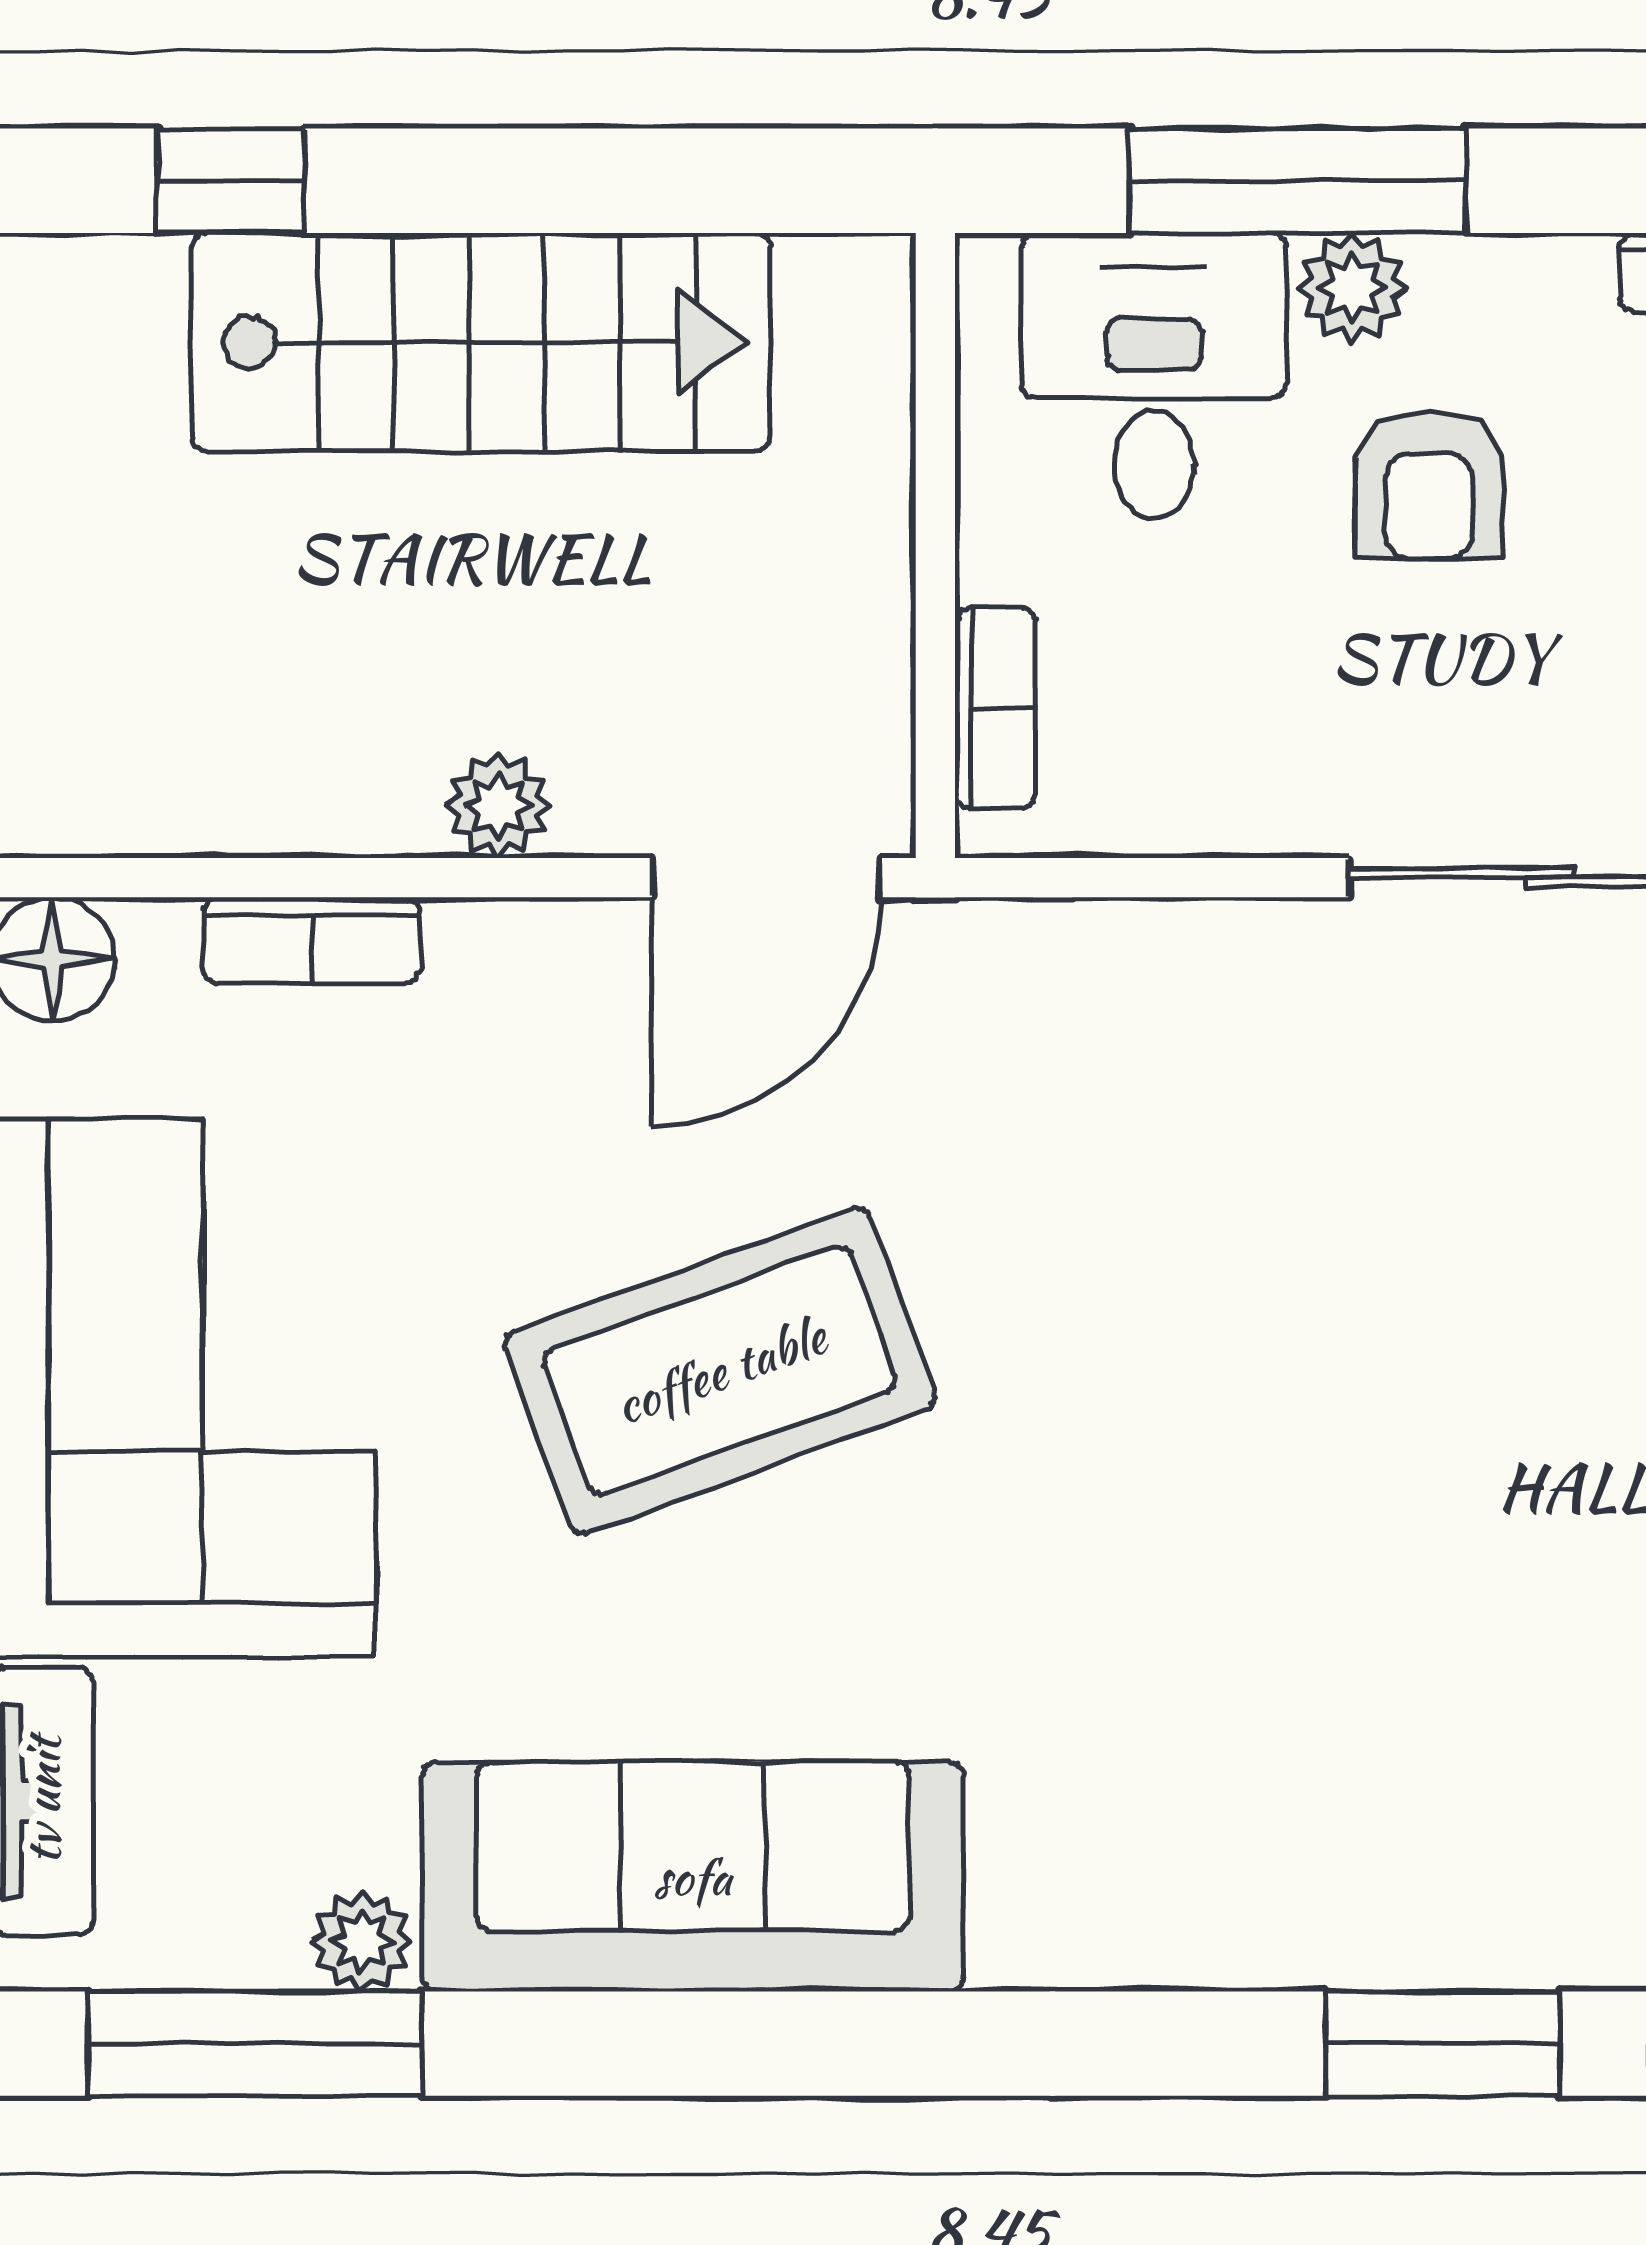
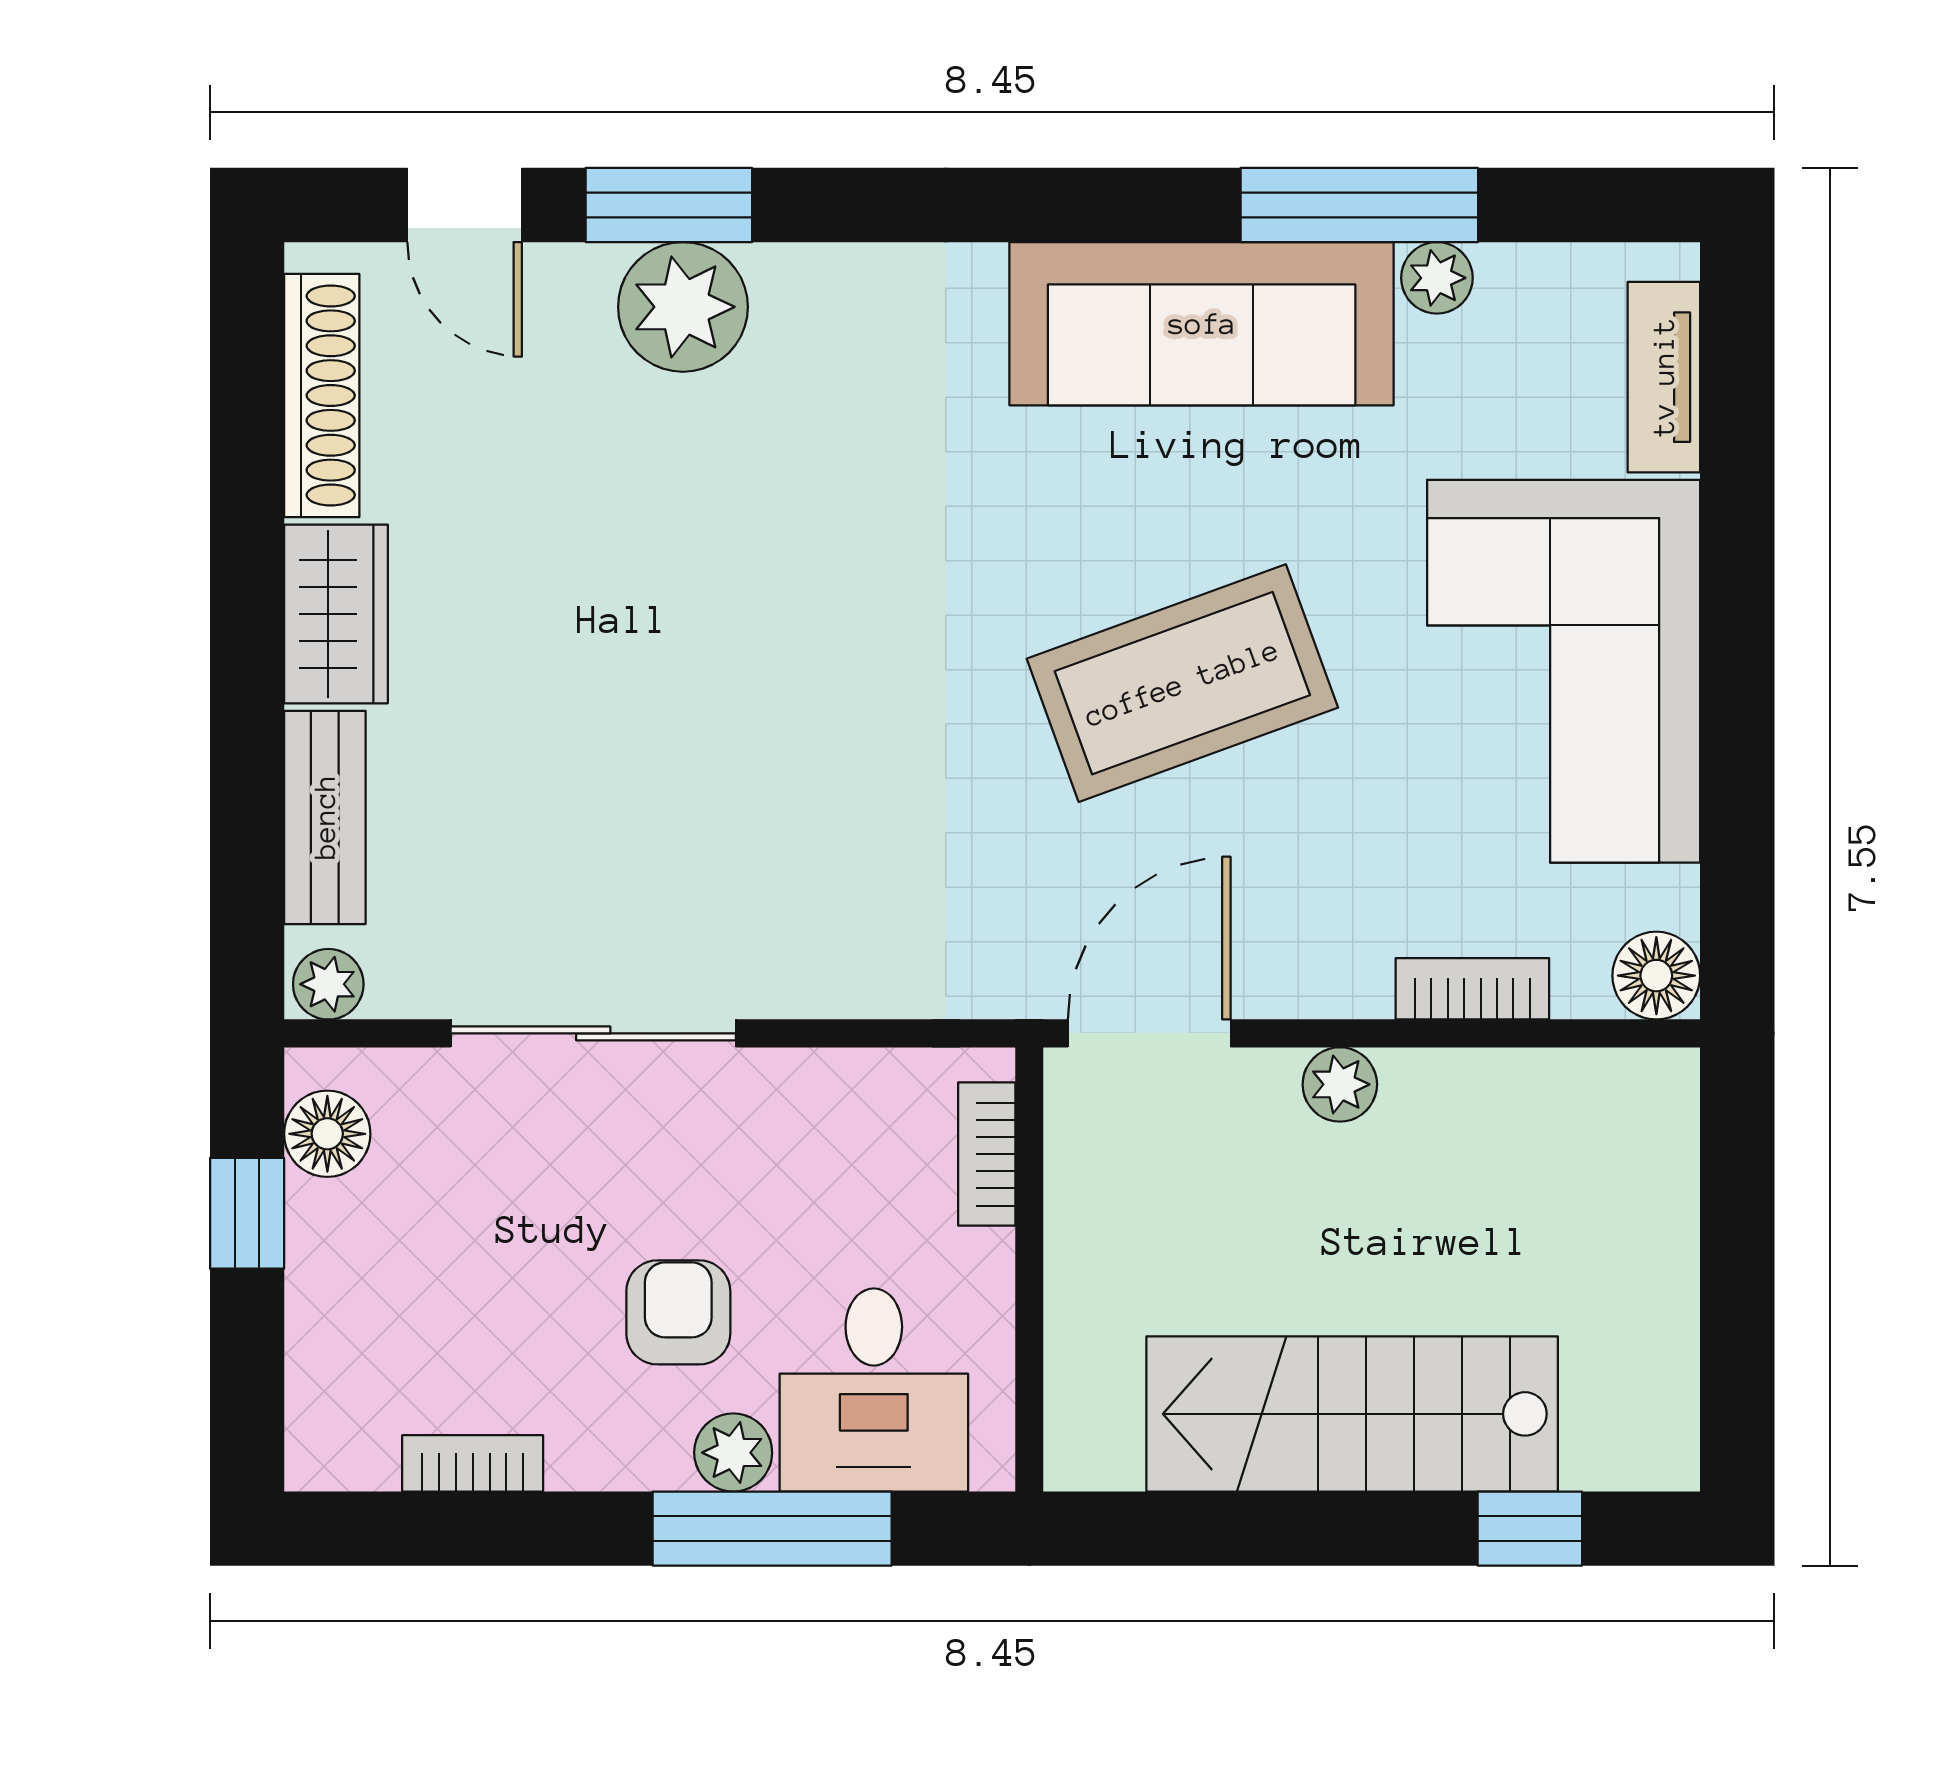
plant: (1423, 1900) -> (683, 307), added
window: (255, 2044) -> (1359, 205), moved

